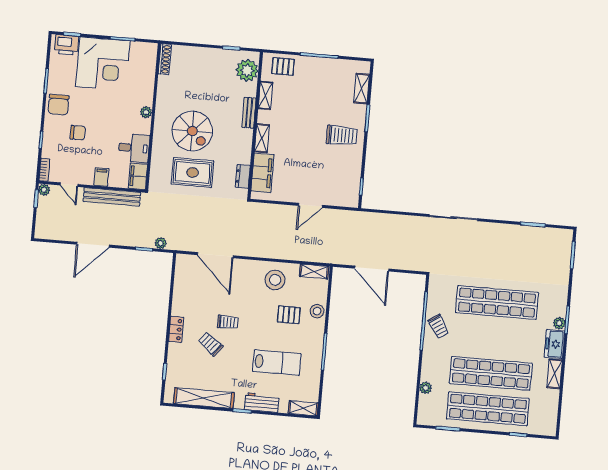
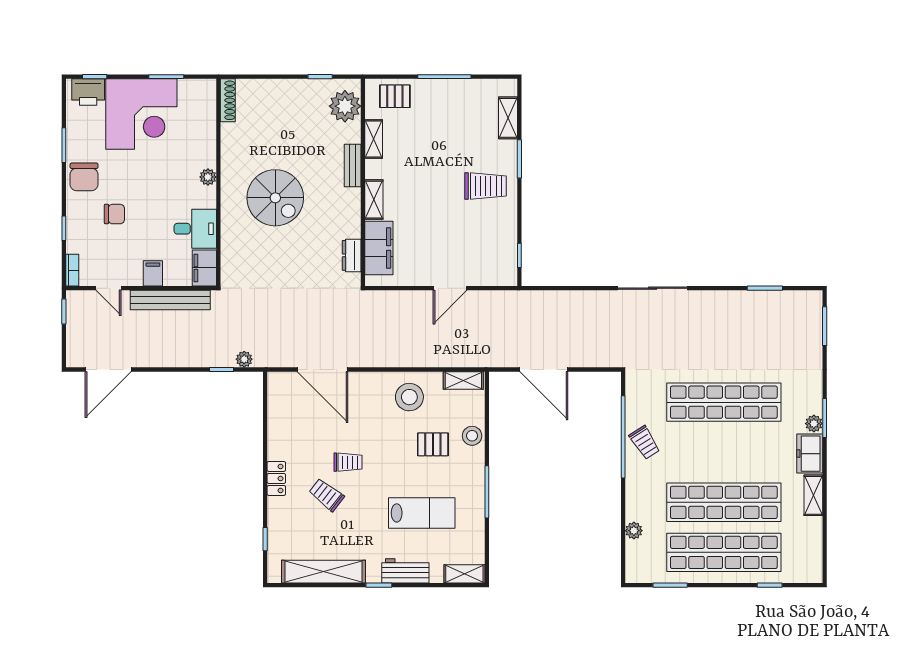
rug: (193, 172) -> (281, 256), removed
plant: (44, 190) -> (74, 298), removed
door: (93, 245) -> (108, 369), moved

